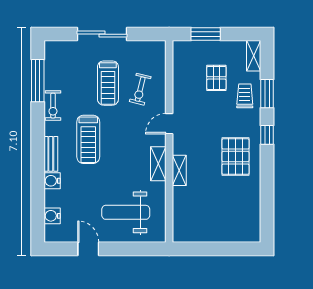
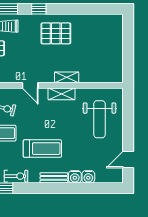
water cooler: (52, 216) -> (88, 177), moved
door: (88, 249) -> (128, 160), moved

